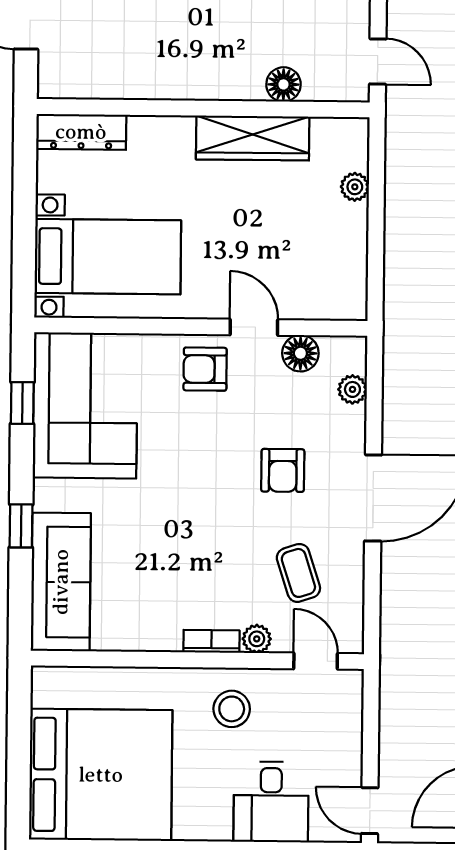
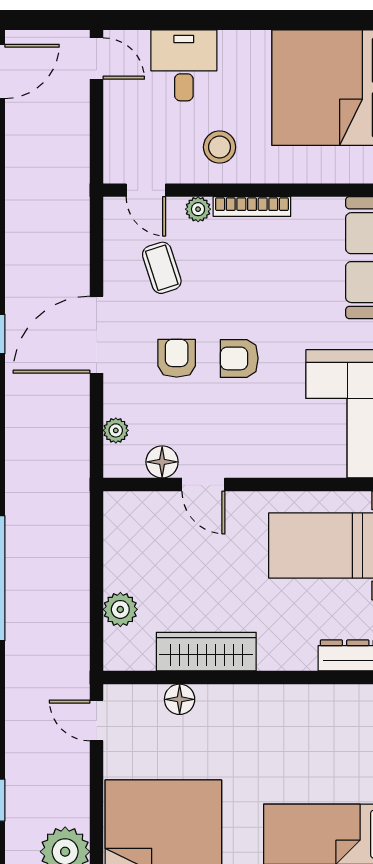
plant: (355, 187) -> (120, 609), width x1.38, depth x1.38
armchair: (205, 369) -> (239, 358), moved, turned 180
bookcase: (211, 641) -> (252, 207), width x1.56

